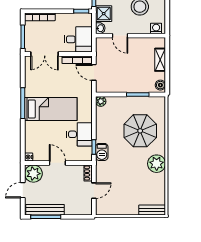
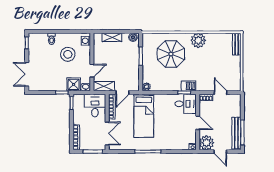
shelving: (101, 50) -> (104, 86), added
bed: (51, 109) -> (144, 116), moved, turned 180
desk: (79, 134) -> (186, 104), moved, turned 90
door: (57, 163) -> (198, 123), swing flipped

